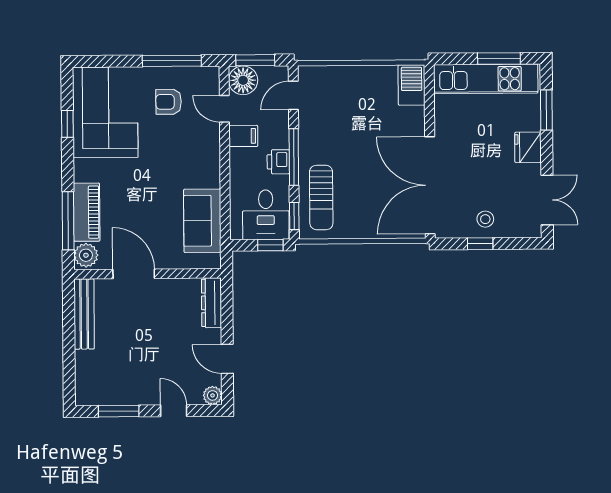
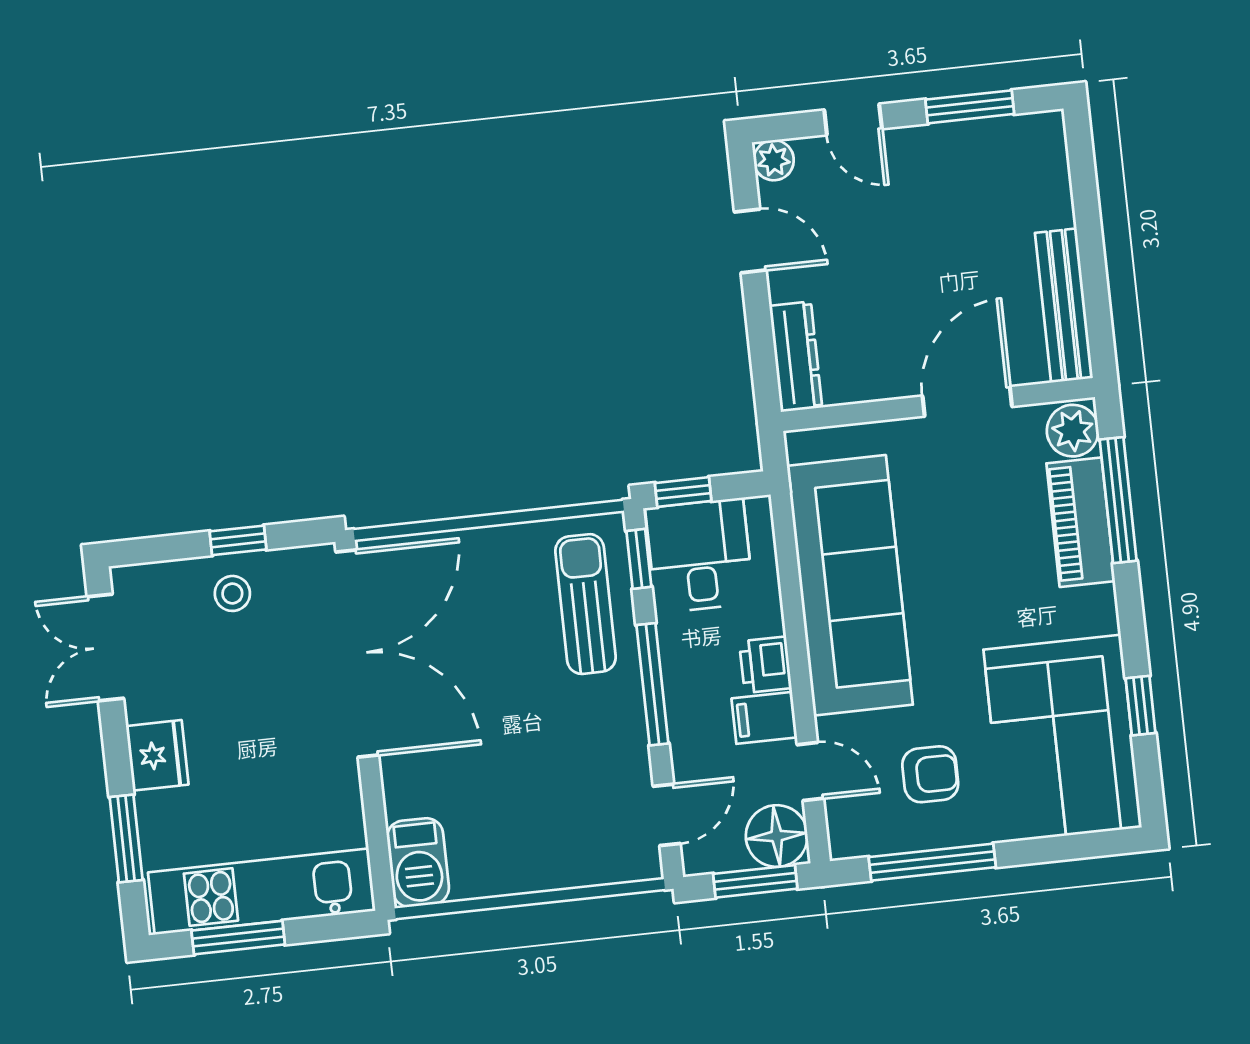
printer: (278, 162) -> (765, 665), moved, turned 180
sofa: (202, 221) -> (850, 585), width x1.85, depth x1.27
door: (134, 274) -> (967, 401), swing flipped

